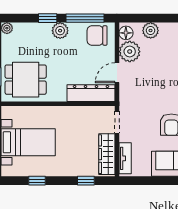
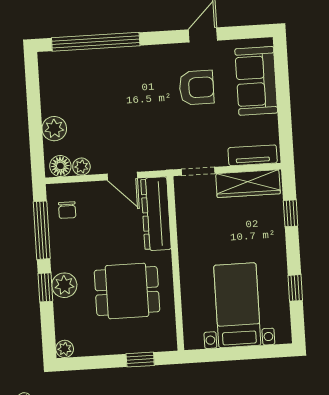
plant: (60, 31) -> (64, 285), moved
chair: (97, 35) -> (67, 210), width x0.54, depth x0.54
plant: (130, 52) -> (81, 167), width x0.53, depth x0.53
dining table: (26, 80) -> (127, 291), moved, turned 90

